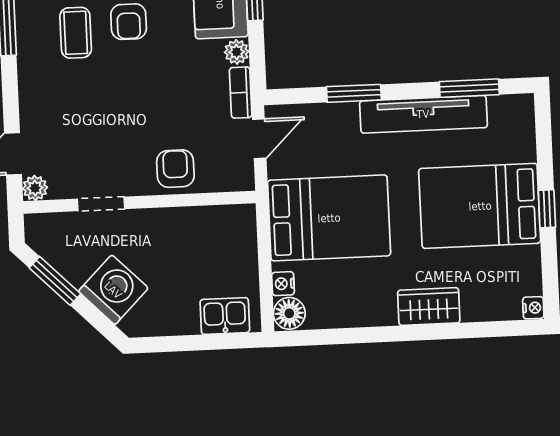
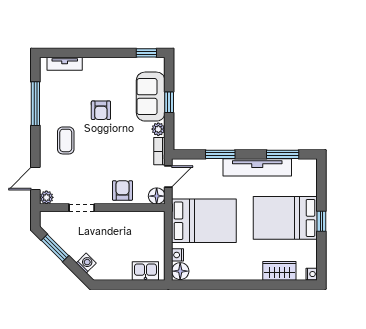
coffee table: (76, 33) -> (66, 140), moved
floor lamp: (239, 176) -> (157, 196), added
washing machine: (113, 290) -> (86, 263), width x0.53, depth x0.53
wardrobe: (429, 307) -> (279, 271), moved

